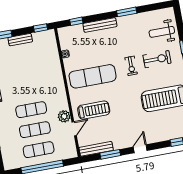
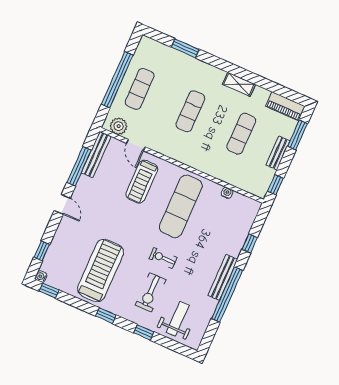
window: (127, 12) -> (227, 294), width x2.11
window: (76, 21) -> (250, 243), moved
bench: (100, 25) -> (223, 277), moved
plant: (64, 116) -> (119, 126), moved
exercise mat: (35, 130) -> (241, 134), moved
window: (110, 154) -> (79, 166), width x1.44

